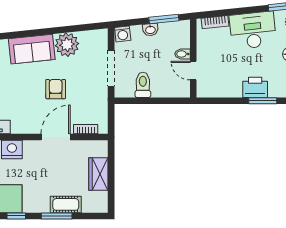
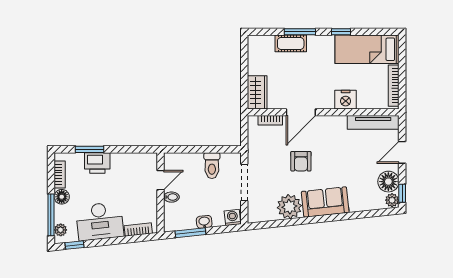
door: (193, 71) -> (161, 180), hinge flipped
wardrobe: (98, 174) -> (257, 92), moved

